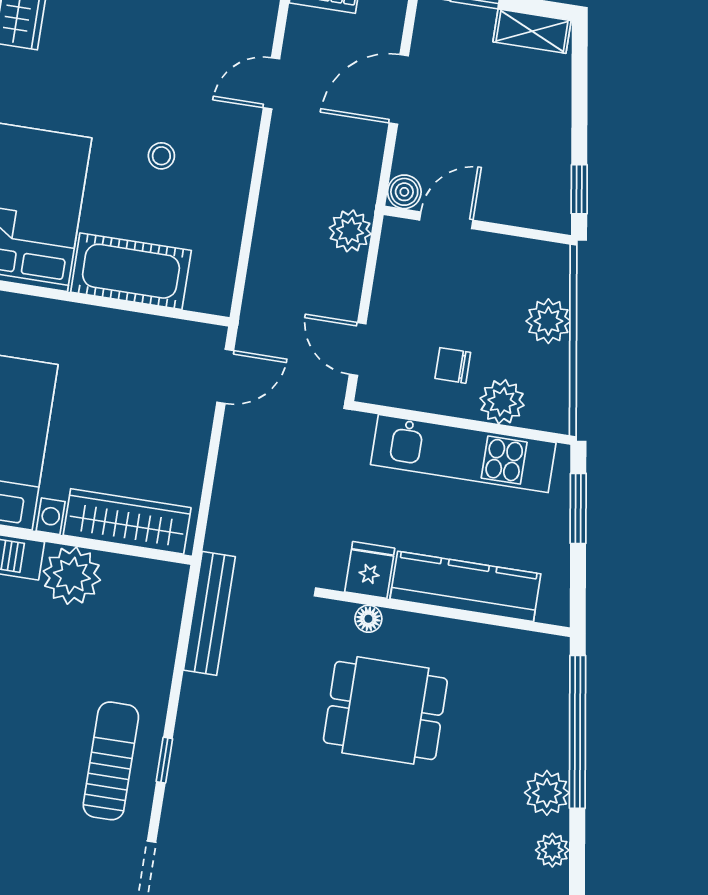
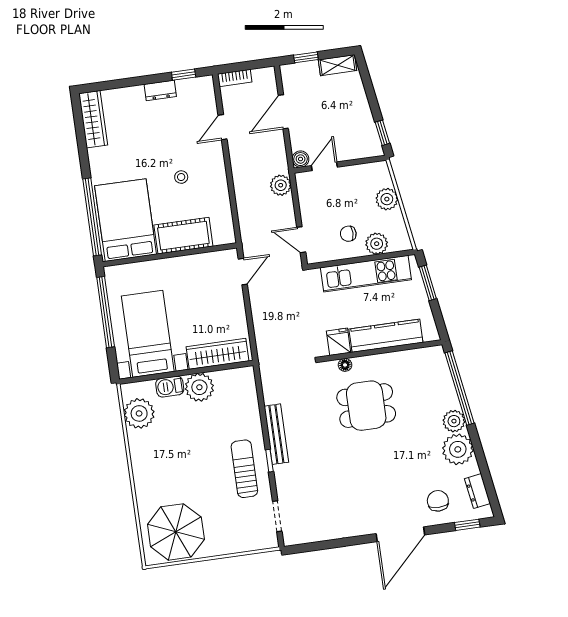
bench: (209, 613) -> (276, 434), moved
plant: (552, 850) -> (458, 449), width x1.88, depth x1.88

